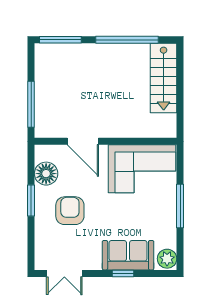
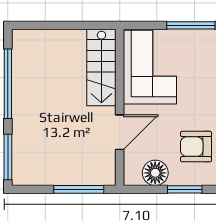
stairs: (164, 78) -> (101, 67), moved, turned 90

